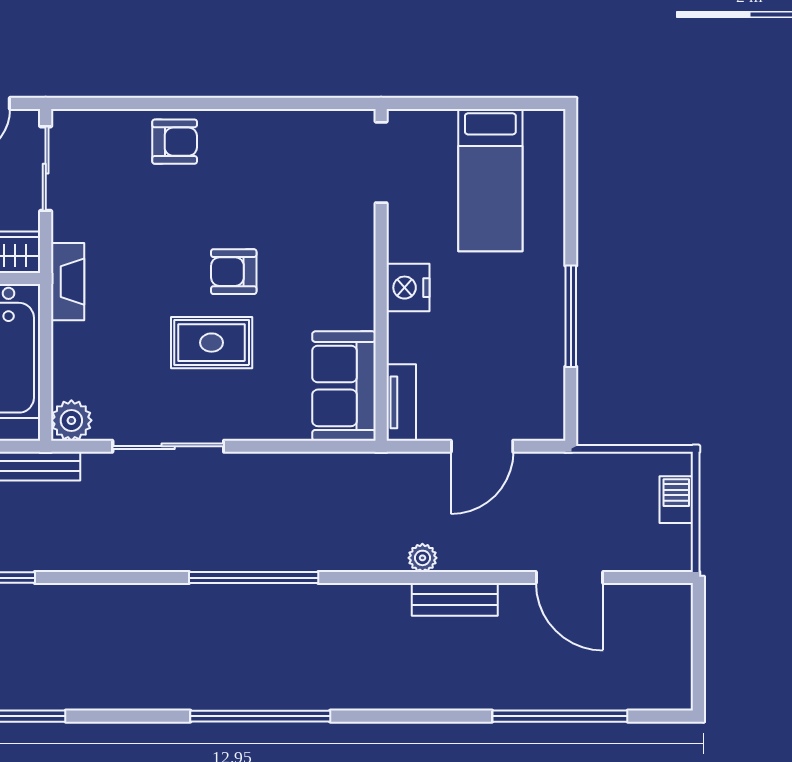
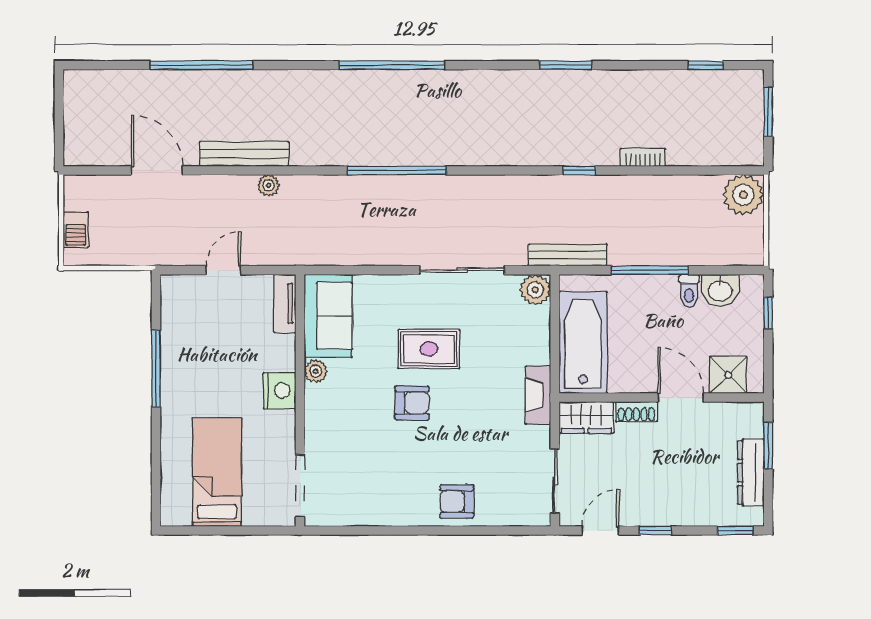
plant: (361, 313) -> (316, 371), added
door: (482, 446) -> (223, 270), width x0.73
bench: (455, 599) -> (244, 154), width x1.36
window: (560, 716) -> (201, 65), moved

